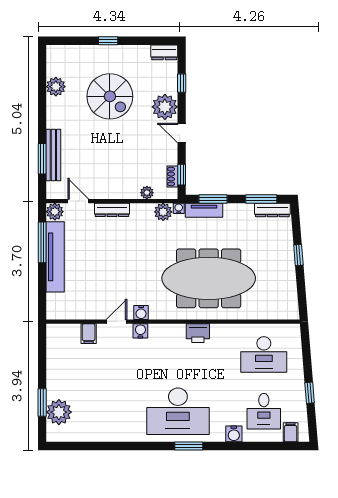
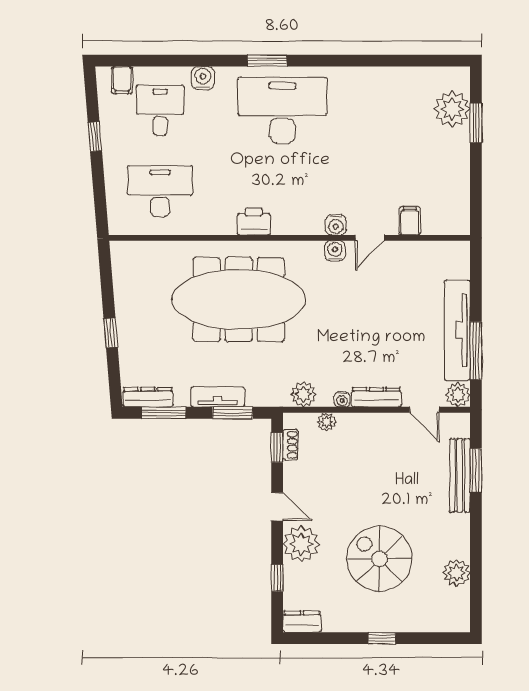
water cooler: (179, 208) -> (342, 399), moved
tv unit: (204, 210) -> (218, 397), moved

